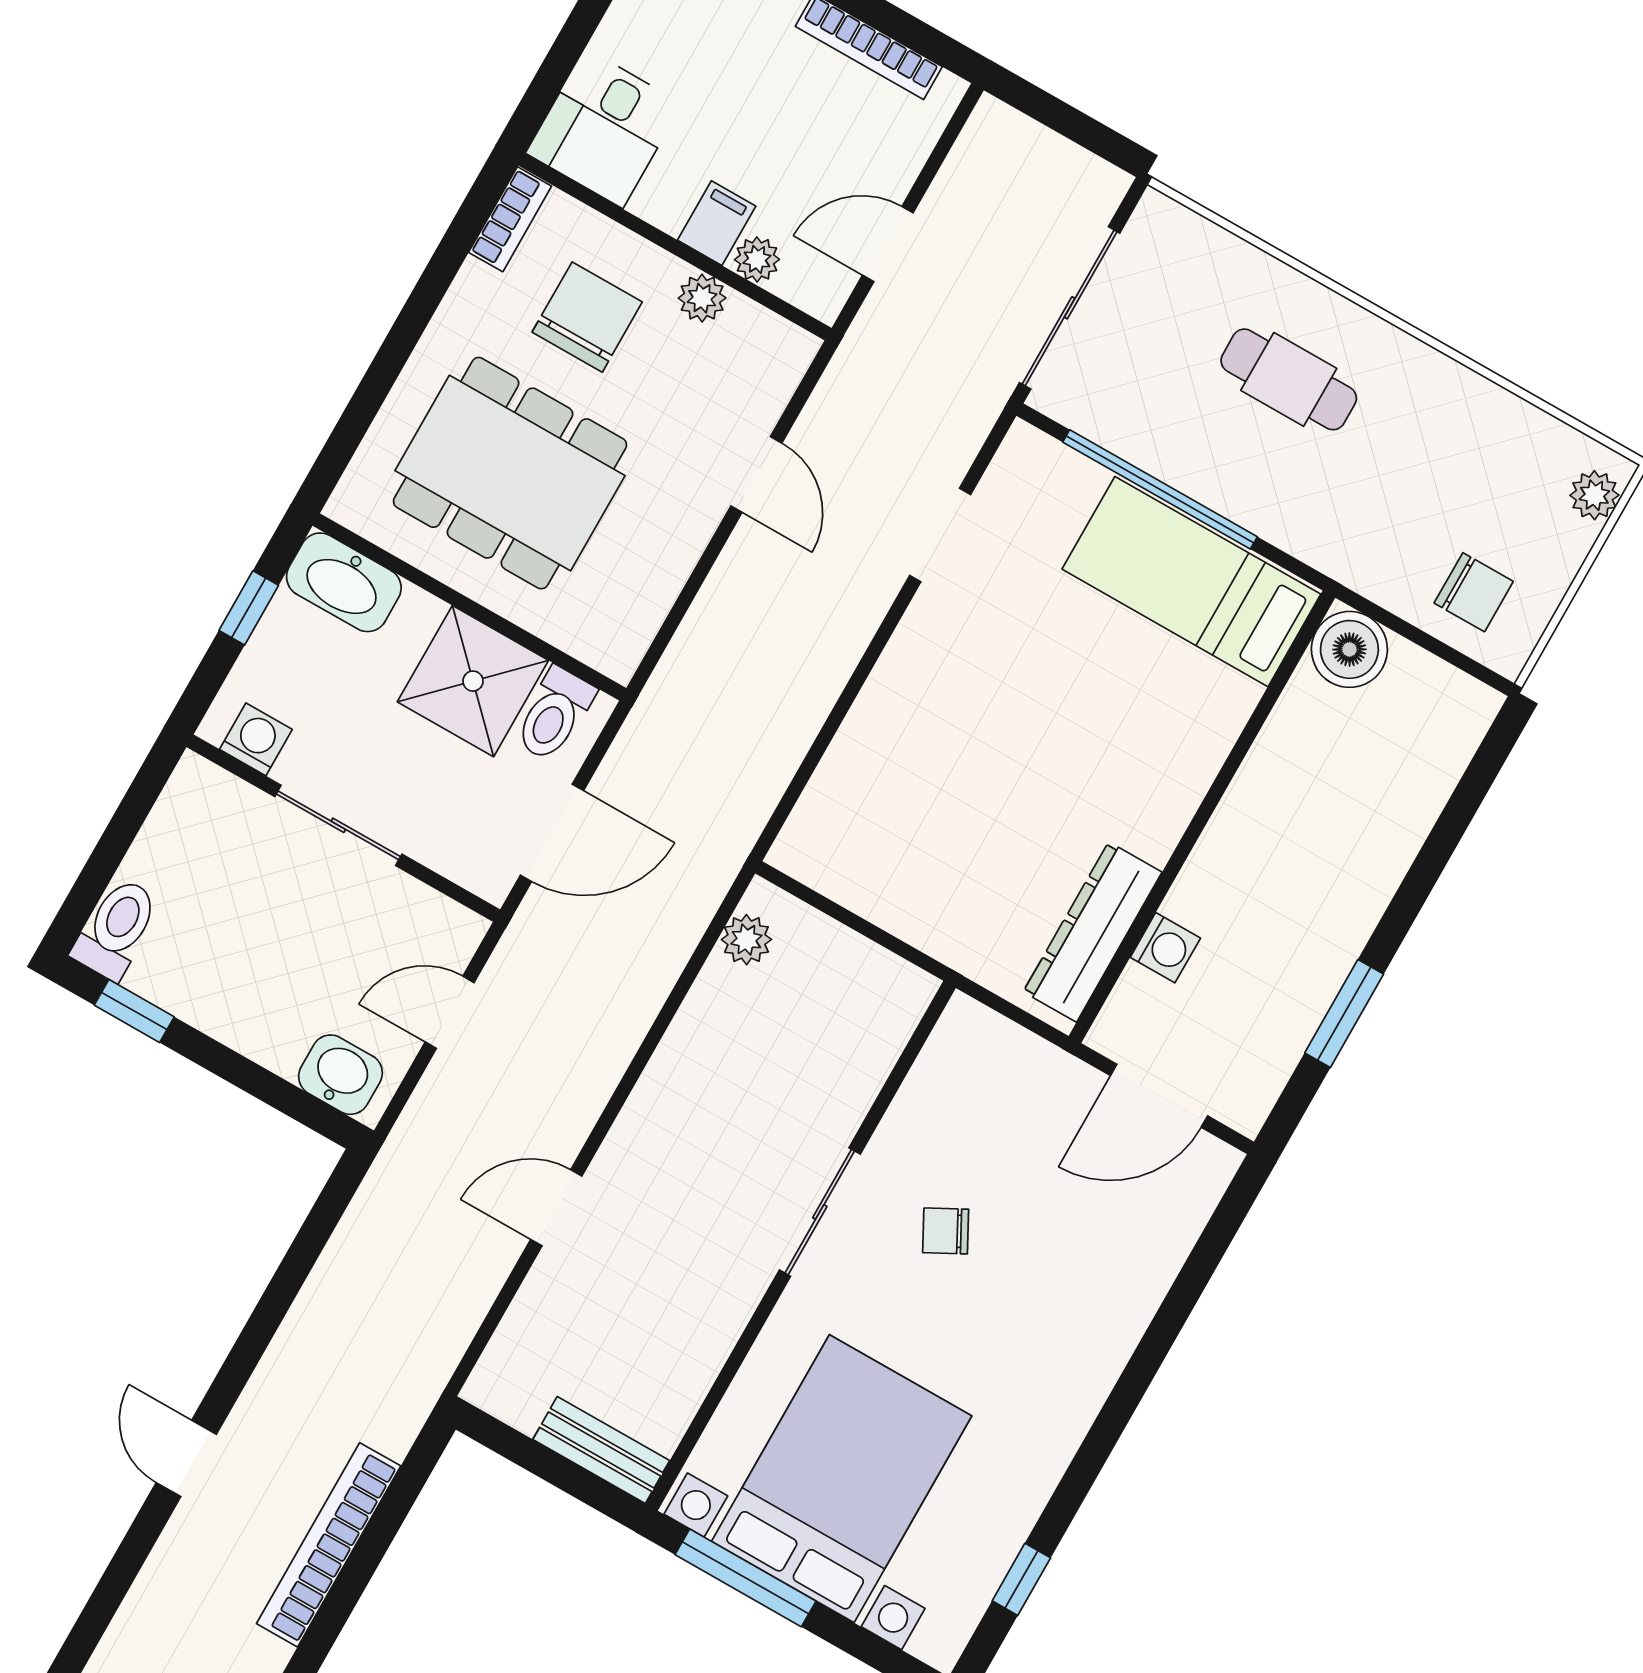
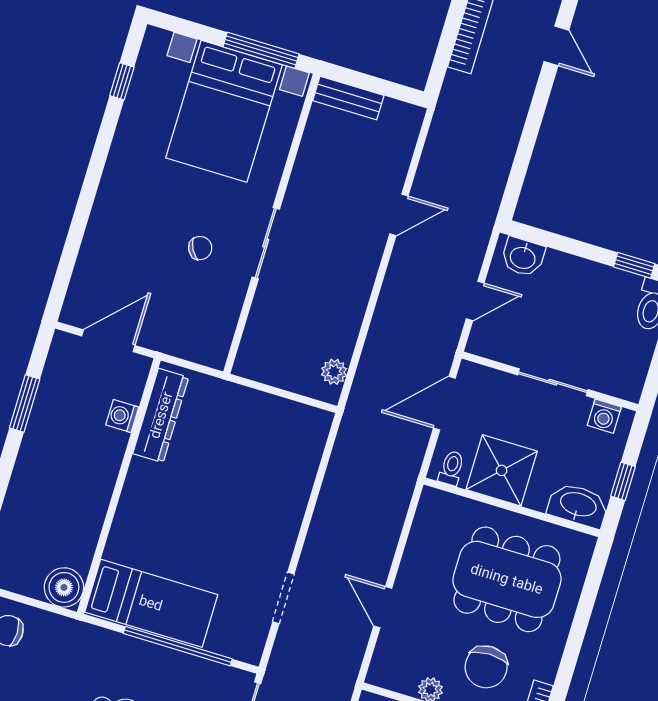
toilet: (554, 714) -> (451, 468), width x0.73, depth x0.72

